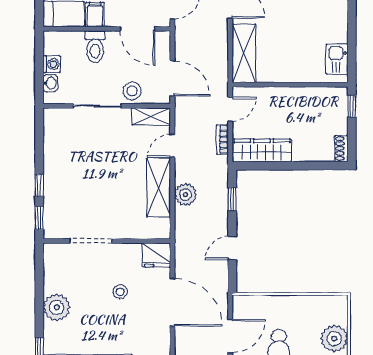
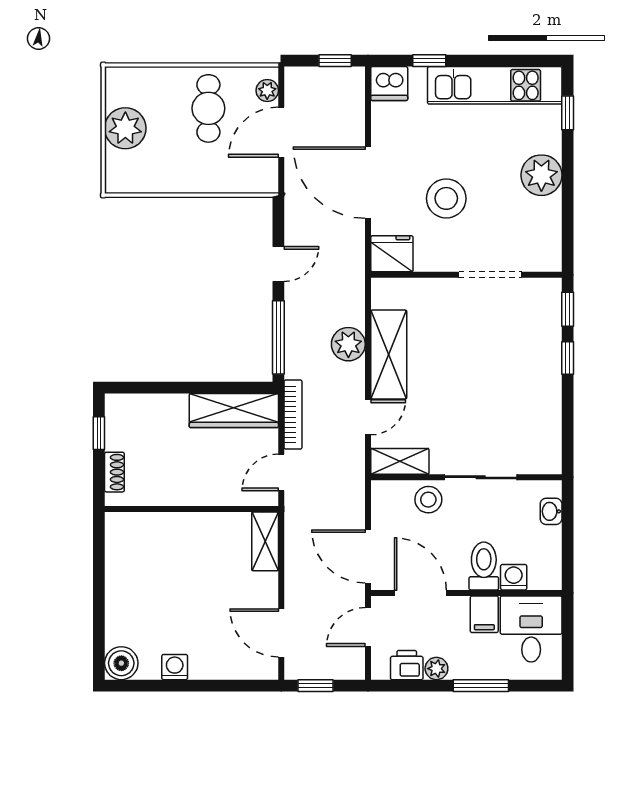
shelving: (244, 53) -> (265, 541), width x0.67, depth x0.75
kitchen sink: (337, 59) -> (121, 547), removed
washing machine: (52, 64) -> (514, 577), moved, turned 90
door: (172, 78) -> (368, 556), moved
window: (352, 106) -> (99, 433), moved
bookcase: (222, 139) -> (293, 414), width x1.56
shoe rack: (341, 148) -> (114, 472), moved
window: (232, 199) -> (278, 337), width x2.17
stool: (120, 292) -> (446, 198), width x1.89, depth x1.89

